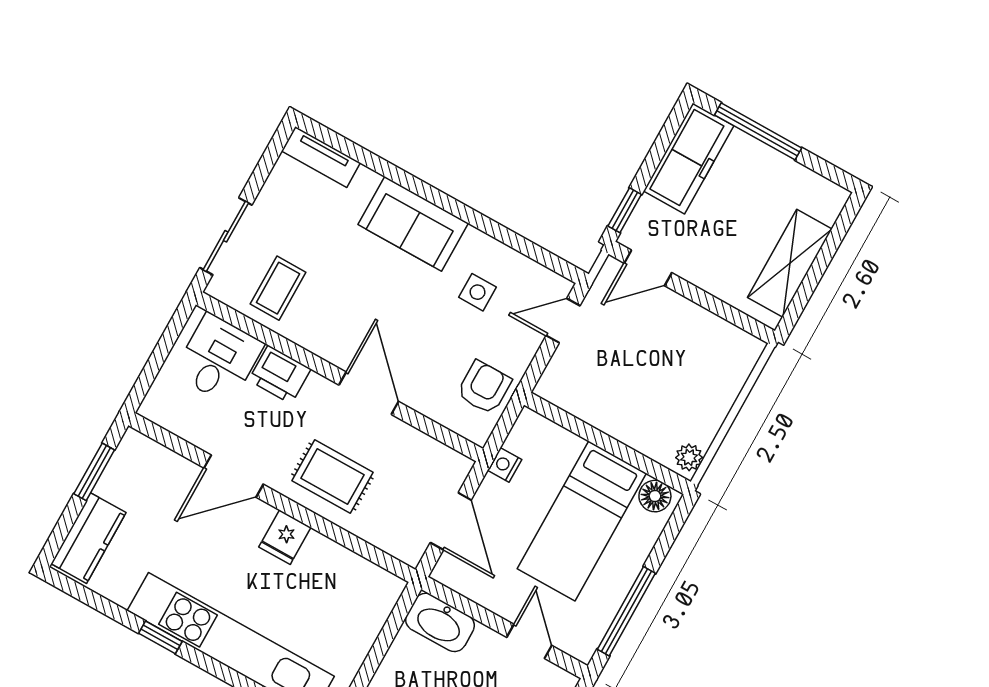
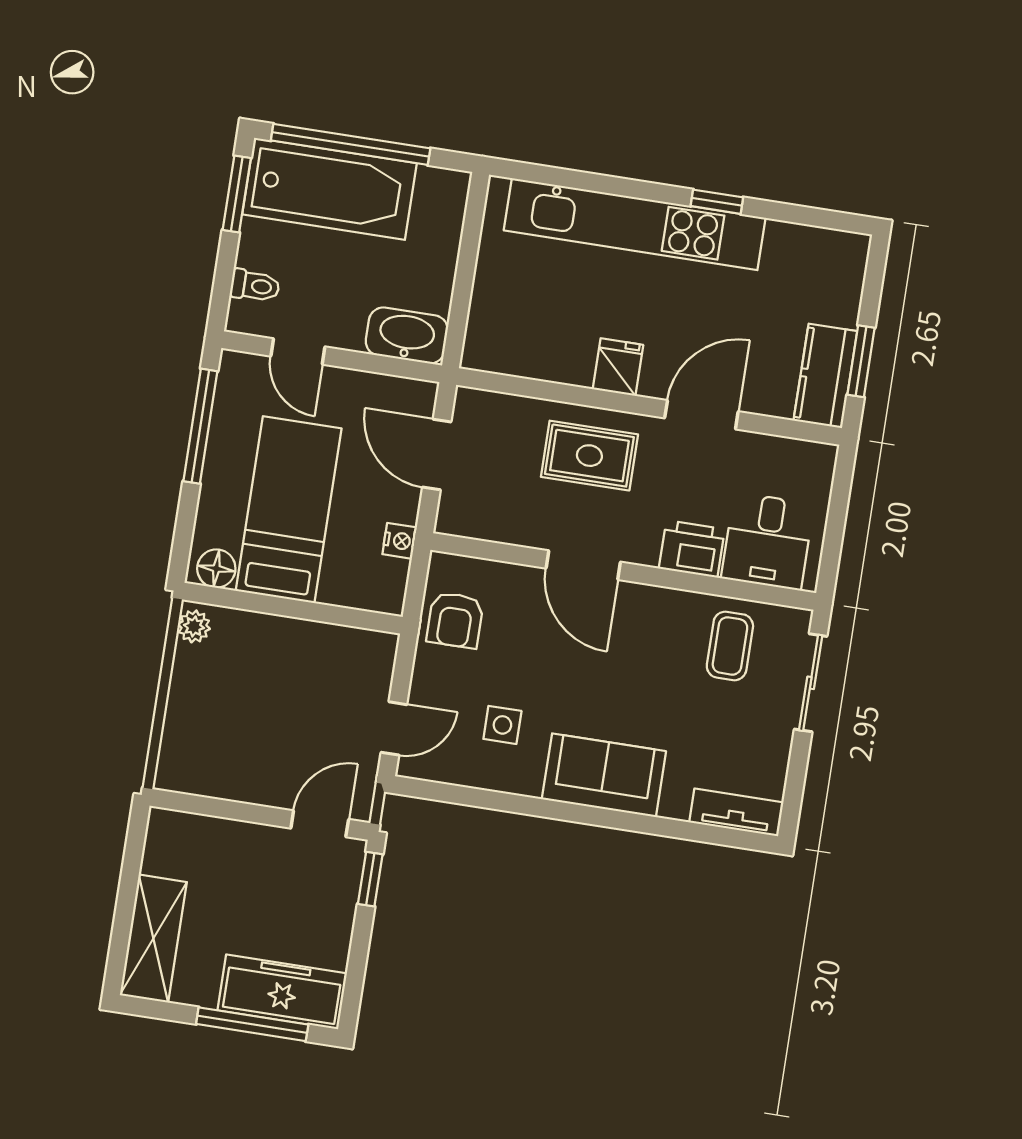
freezer: (689, 158) -> (282, 992), moved, turned 90
shelving: (790, 263) -> (153, 939), moved
kitchen counter: (88, 538) -> (825, 376), moved

